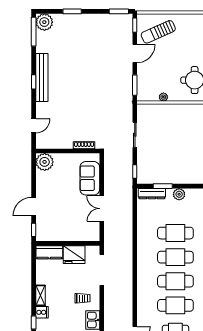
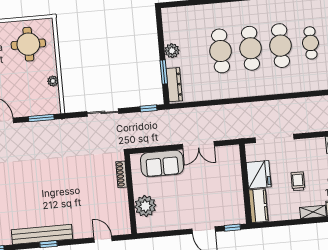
plant: (45, 162) -> (145, 206), moved
trolley: (83, 298) -> (298, 181), moved
cafe table: (175, 305) -> (310, 43), width x0.73, depth x0.74

